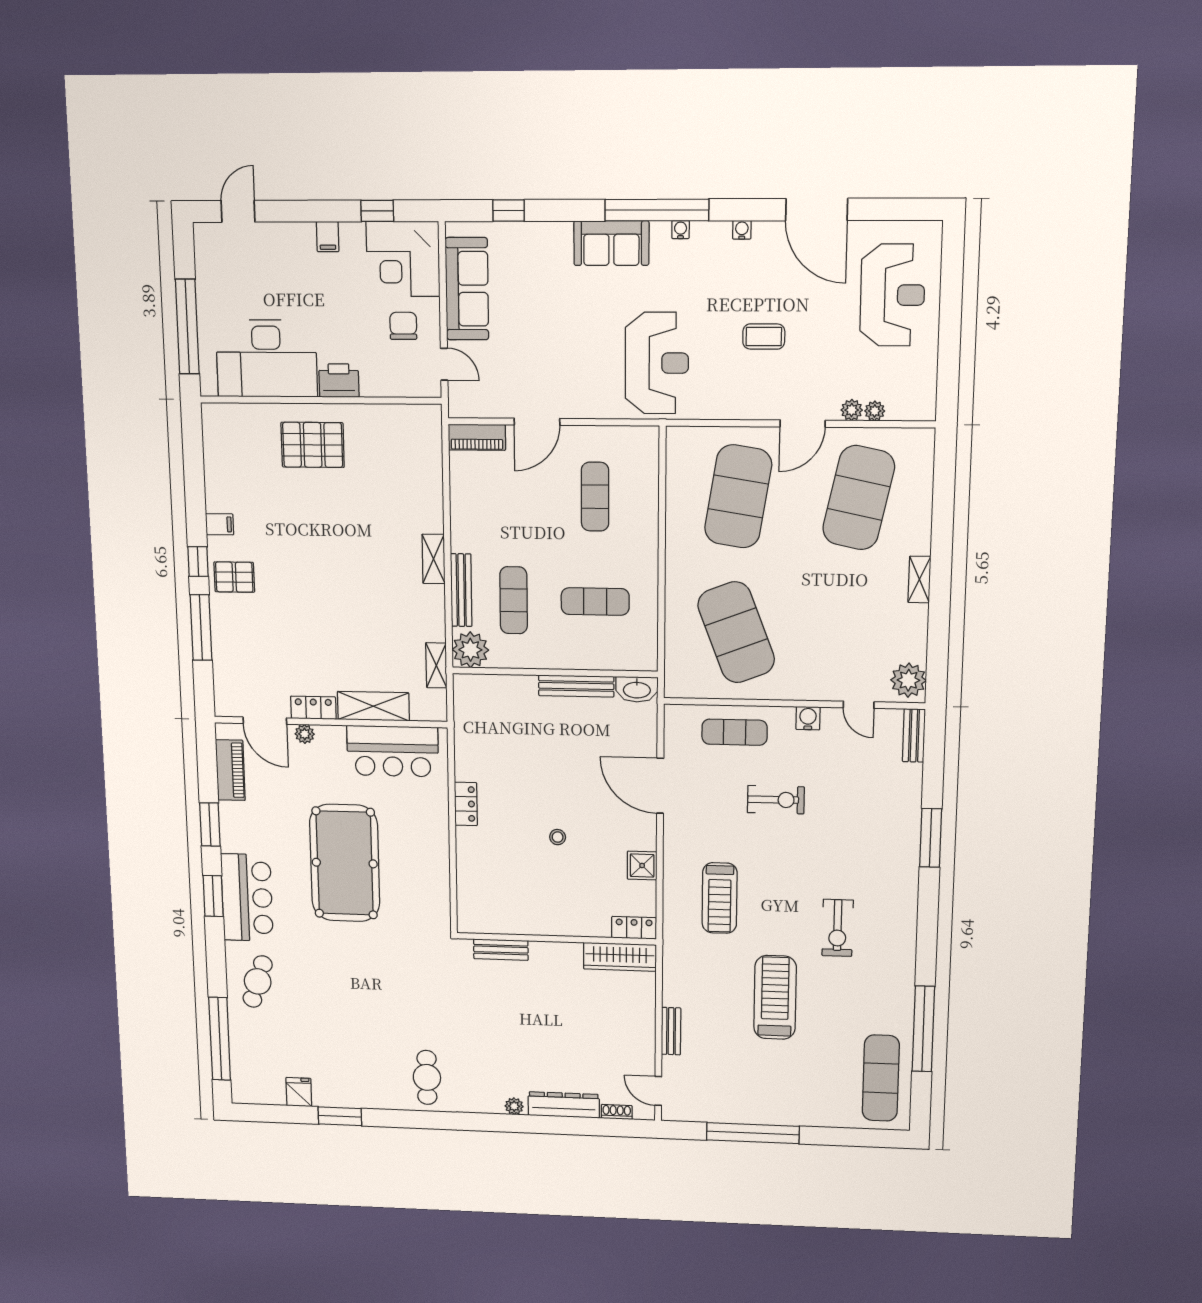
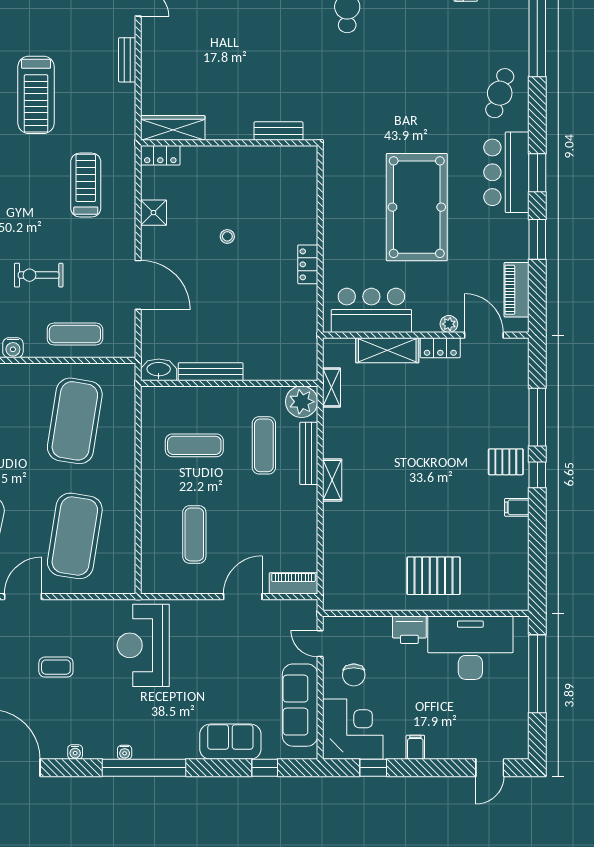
sofa: (611, 243) -> (230, 742), moved
exercise mat: (736, 632) -> (75, 421), turned 30

